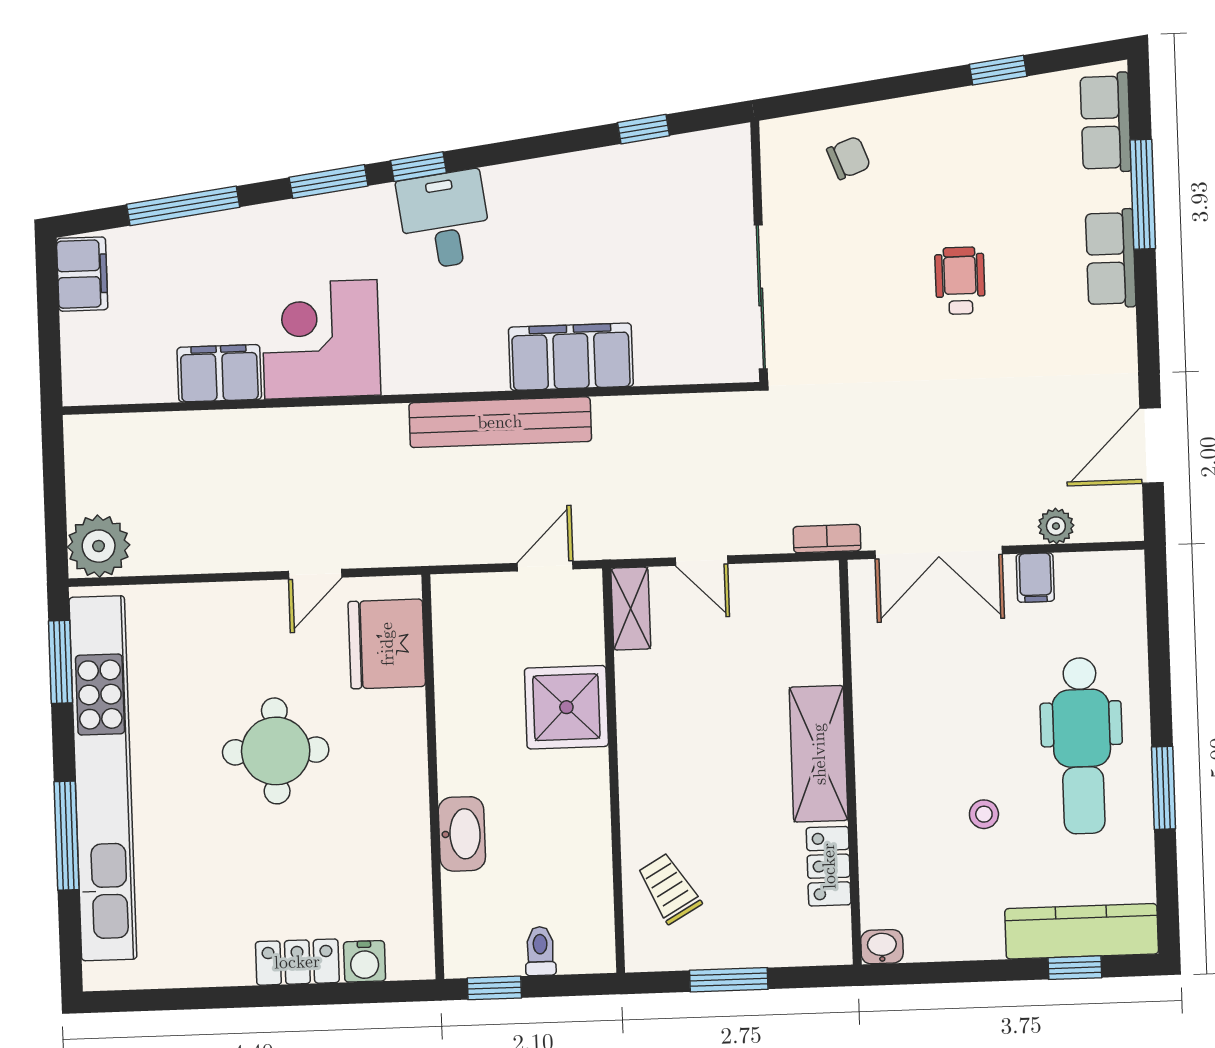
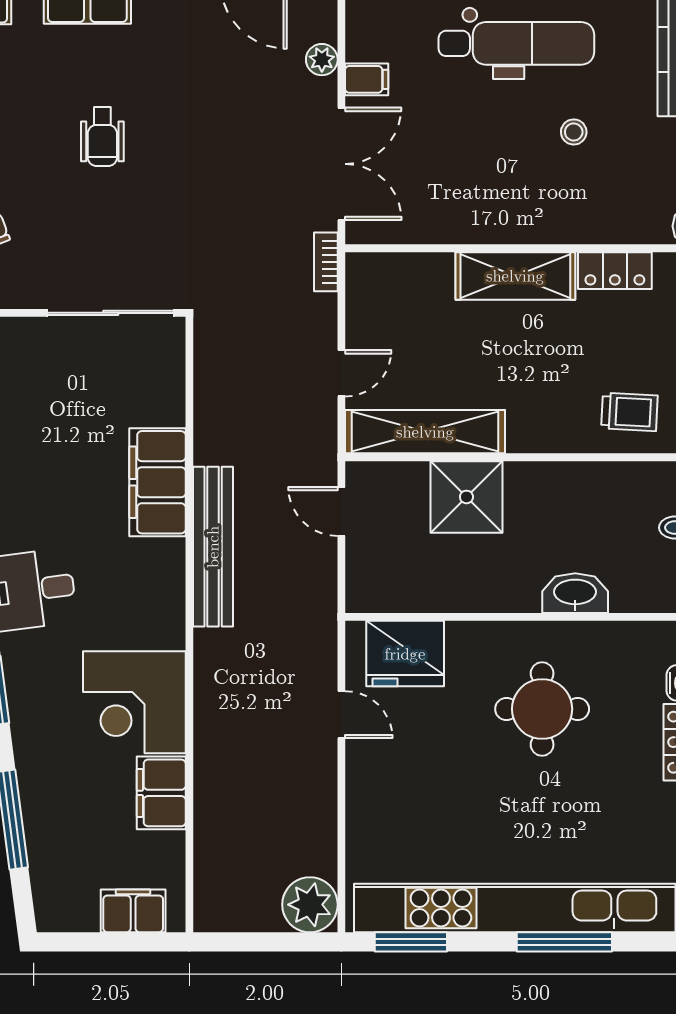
filing cabinet: (82, 274) -> (133, 911), moved
wheelchair: (960, 281) -> (102, 137), turned -90
shelving: (631, 609) -> (425, 432), width x2.20, depth x1.33
round table: (276, 751) -> (542, 709), moved
trolley: (669, 888) -> (629, 412), turned -147

